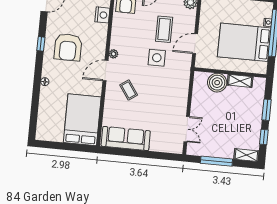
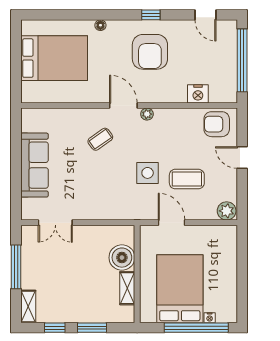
armchair: (68, 47) -> (150, 52), turned -90
bed: (82, 120) -> (54, 58), moved
sofa: (126, 139) -> (35, 165), moved

